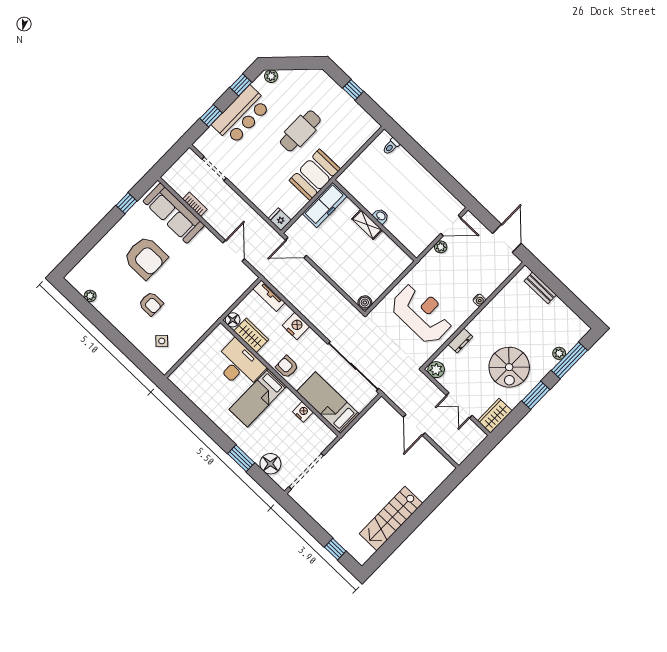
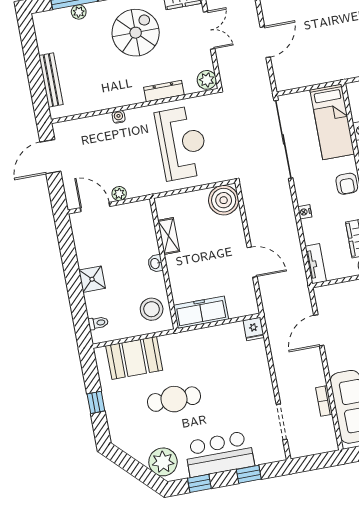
plant: (271, 76) -> (163, 462), width x1.88, depth x1.88
shower: (417, 174) -> (92, 279), added
booth: (315, 175) -> (134, 358), moved
stool: (361, 182) -> (152, 309), added
shelving: (367, 224) -> (169, 236), moved
door: (296, 248) -> (252, 262), moved
bench: (540, 288) -> (51, 80), width x1.36
boiler: (365, 303) -> (224, 200), width x1.86, depth x1.86
reception desk: (422, 313) -> (182, 143), turned 180
nightstand: (296, 326) -> (305, 212), width x0.53, depth x0.56
dresser: (460, 341) -> (164, 91), width x1.44

